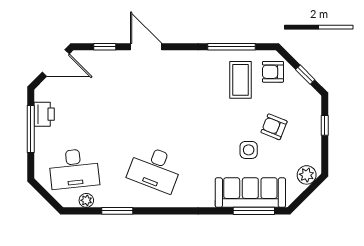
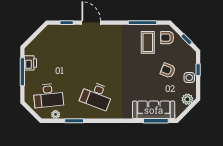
door: (56, 63) -> (37, 32), removed
side table: (249, 150) -> (189, 78), moved

